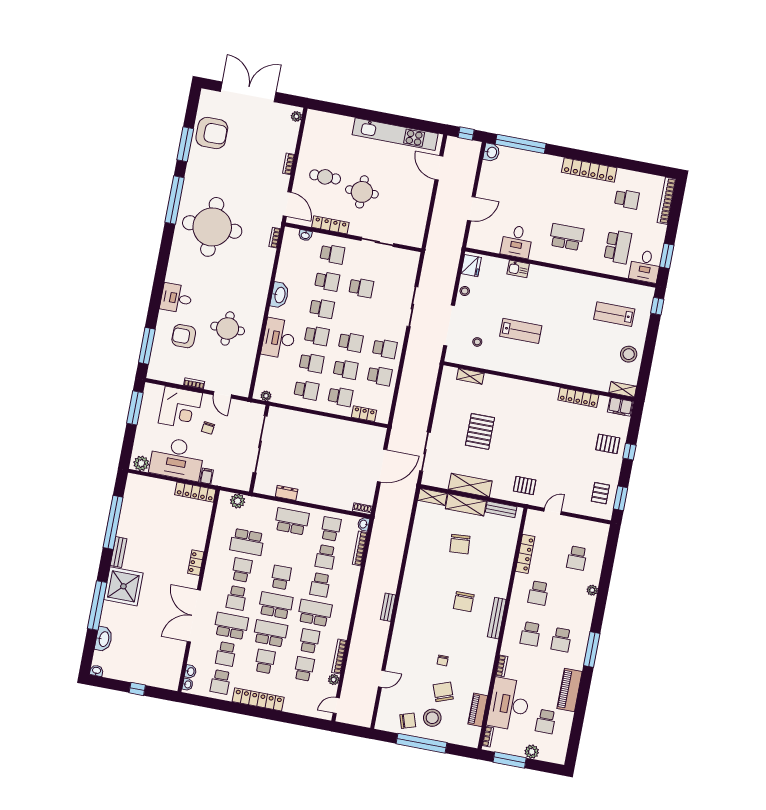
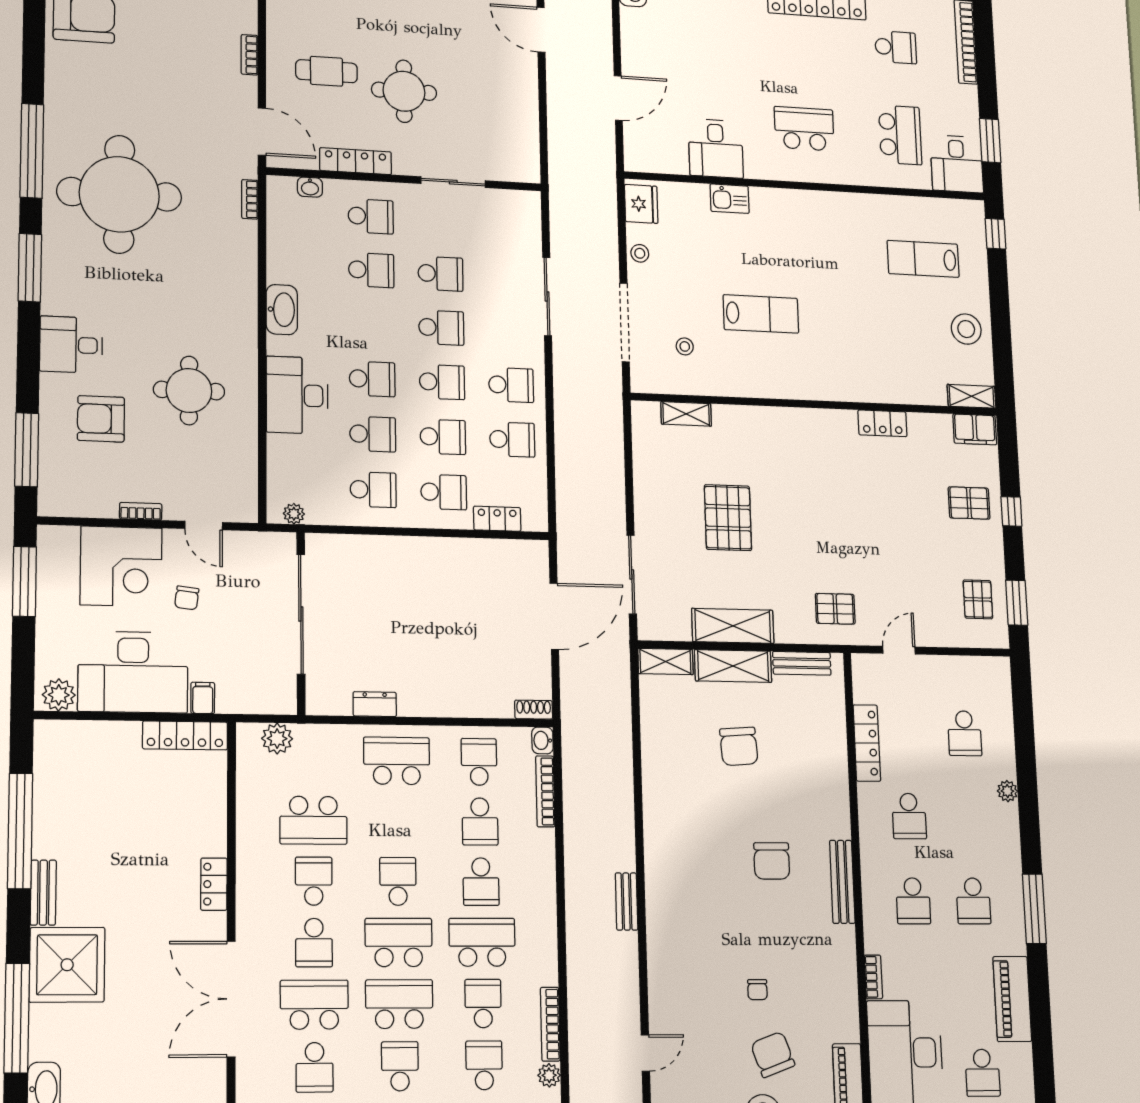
window: (185, 144) -> (30, 268), moved
school desk: (322, 308) -> (441, 328), moved
locker: (578, 398) -> (882, 423), width x0.66

